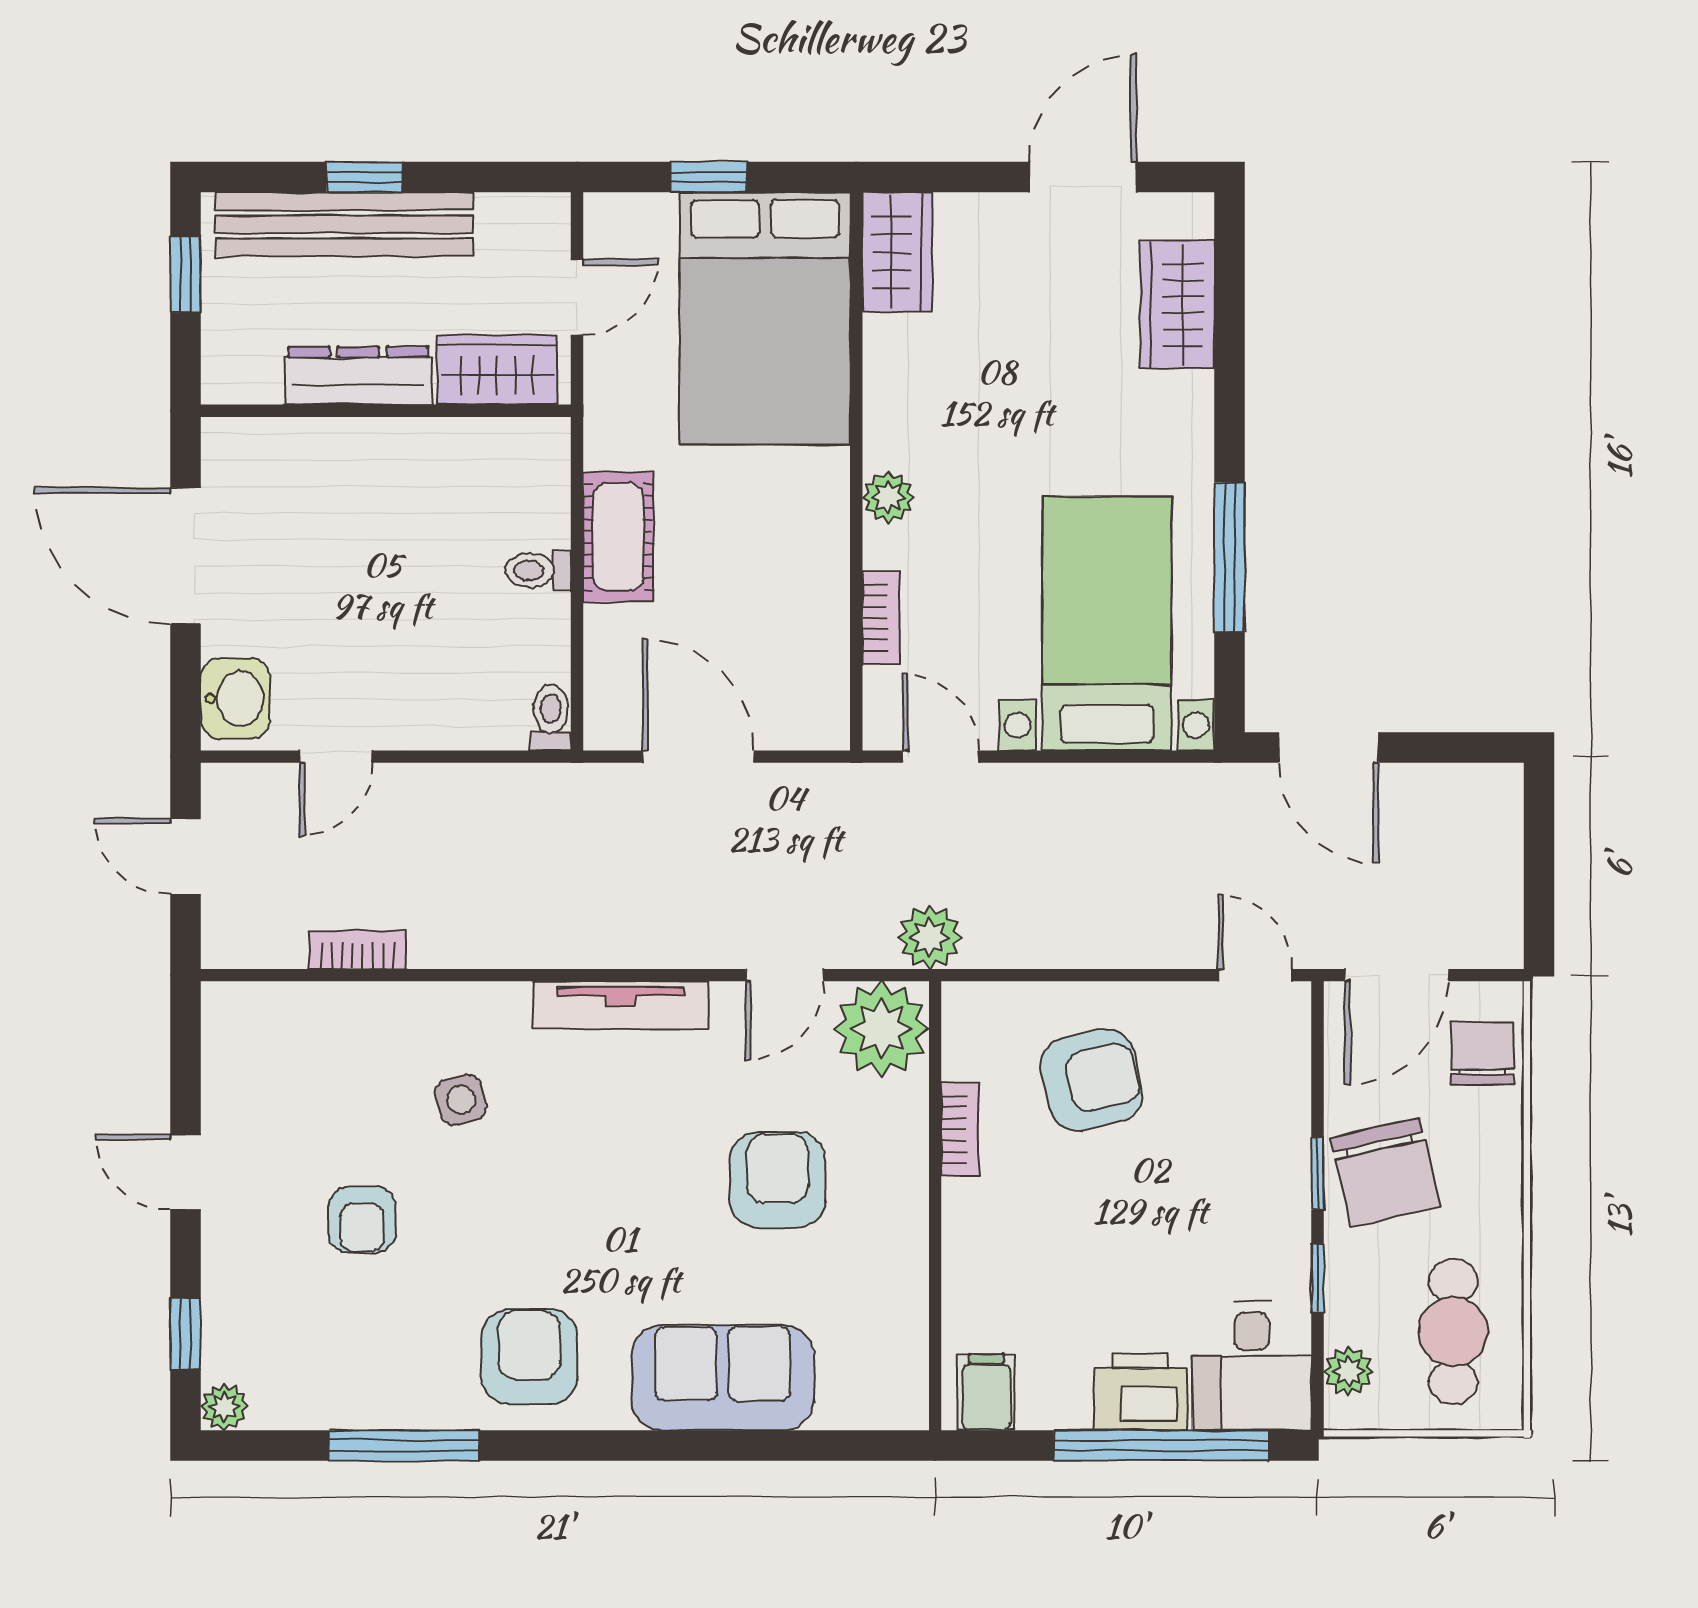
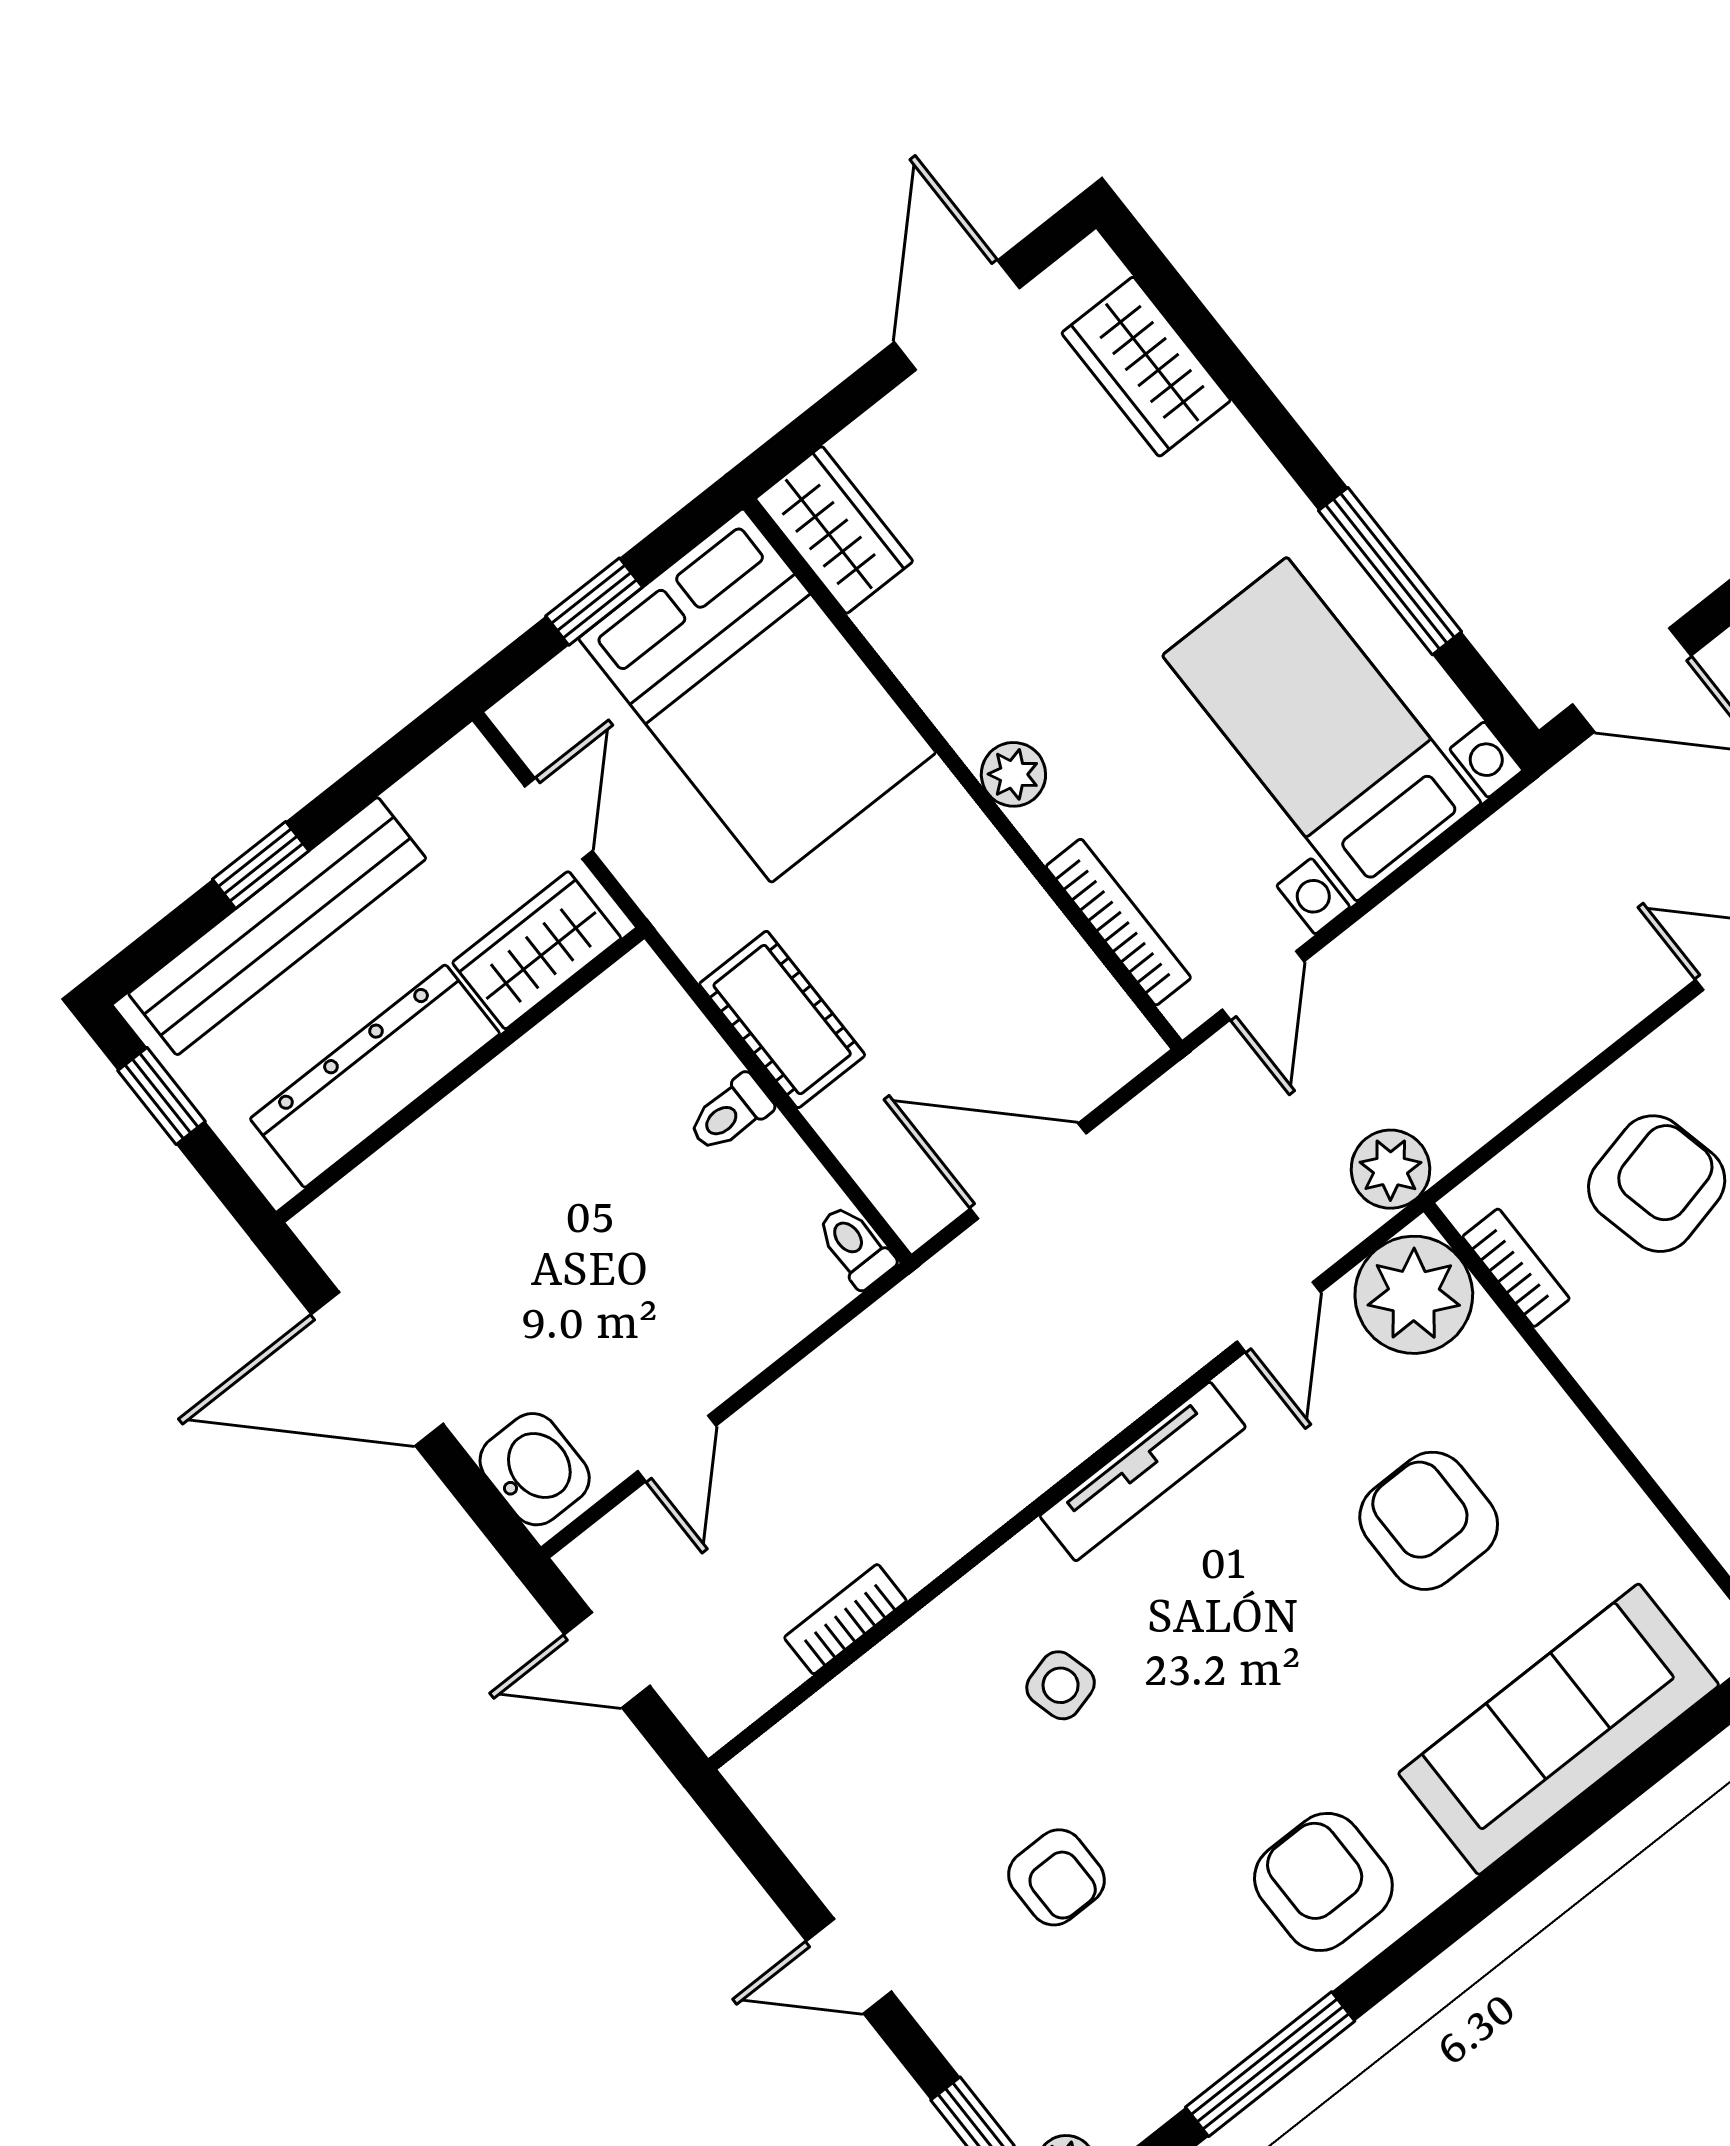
dresser: (358, 376) -> (375, 1076), width x1.37, depth x1.24
bookcase: (881, 618) -> (1118, 922), width x1.56
door: (941, 757) -> (1263, 985), swing flipped
bookcase: (960, 1129) -> (1516, 1268), moved
sofa: (723, 1377) -> (1559, 1729), width x1.36

